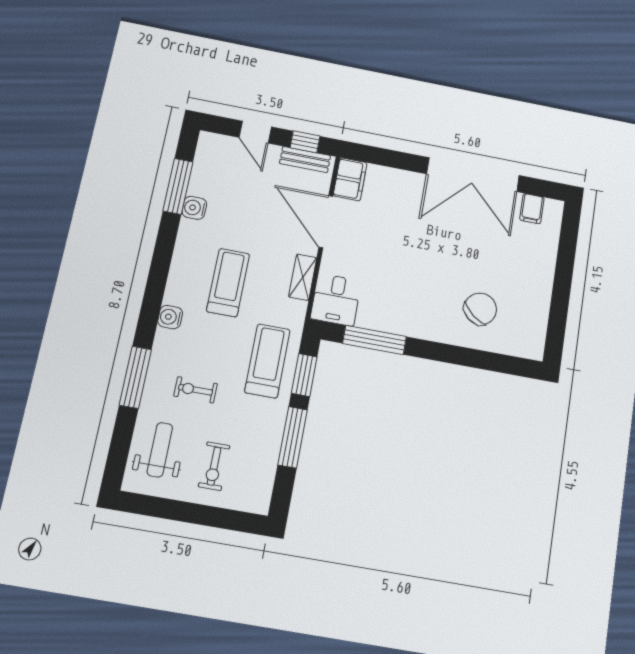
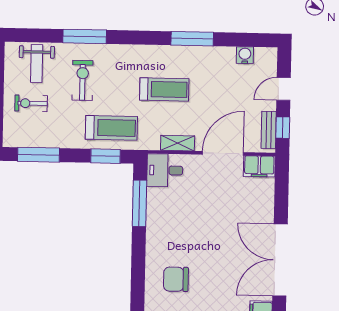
window: (178, 186) -> (192, 39), moved
water cooler: (194, 208) -> (245, 55), moved
chair: (480, 309) -> (176, 279), turned 141
water cooler: (170, 317) -> (132, 53), removed
exercise bike: (196, 390) -> (83, 80), width x1.38, depth x1.39
window: (293, 437) -> (39, 155), moved
weight bench: (160, 450) -> (37, 63), turned 90

